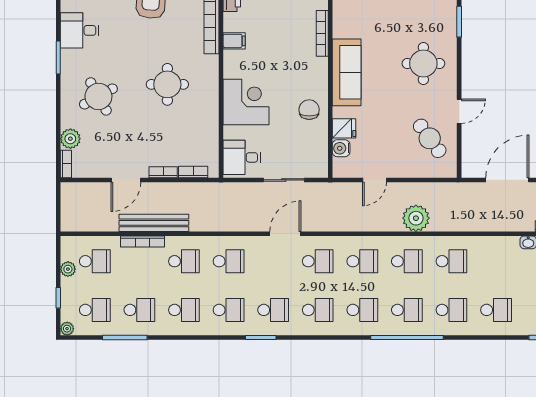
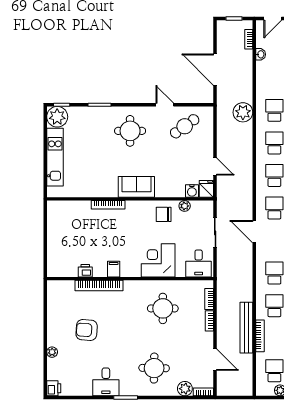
sofa: (347, 72) -> (136, 187), width x0.73
round table: (167, 84) -> (163, 308), moved
round table: (98, 96) -> (154, 368), turned 30
fridge: (344, 128) -> (206, 189), moved
plant: (321, 138) -> (185, 206), added
door: (126, 180) -> (215, 360), moved
plant: (416, 218) -> (243, 112), moved

